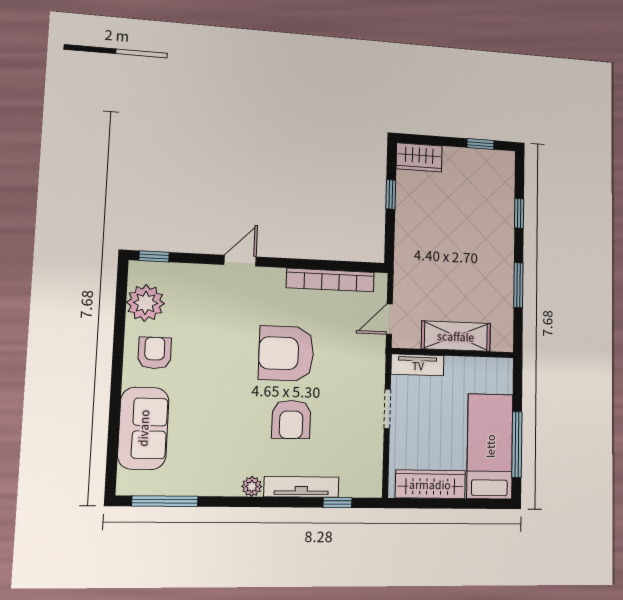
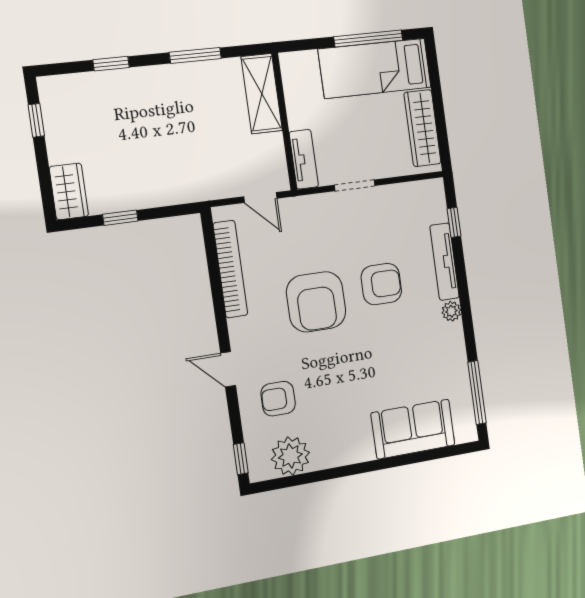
shelving: (456, 336) -> (262, 94), moved
armchair: (155, 353) -> (278, 399), moved

